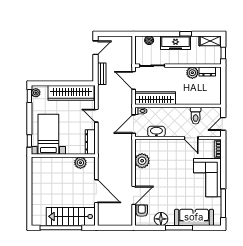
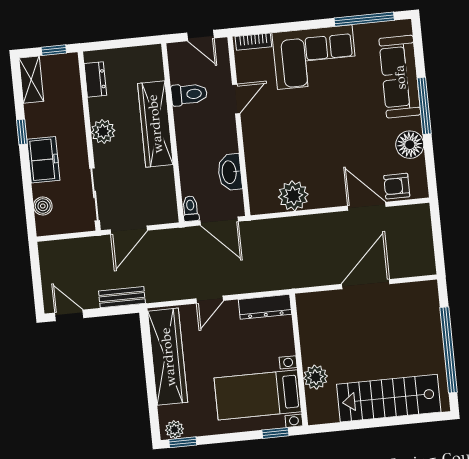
freezer: (176, 43) -> (43, 160), width x0.71
plant: (192, 73) -> (103, 131), moved
wardrobe: (155, 98) -> (155, 124), moved
plant: (80, 163) -> (316, 377), moved
stairs: (71, 216) -> (389, 398), moved, turned 90

